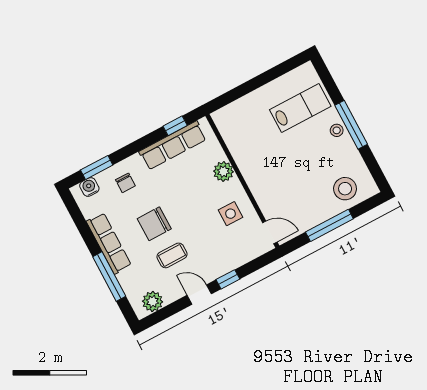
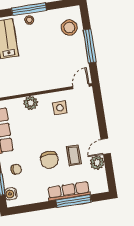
row of seats: (109, 243) -> (69, 191), moved
window: (228, 279) -> (102, 124), removed
plant: (153, 301) -> (97, 163), moved

